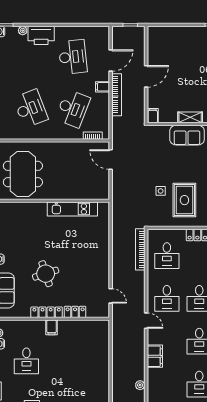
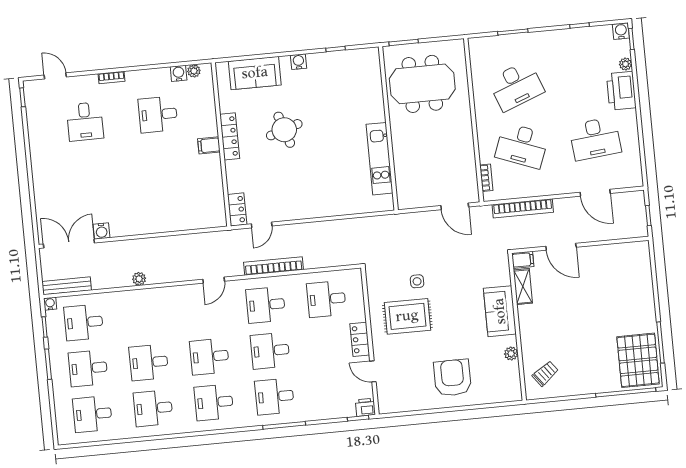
door: (146, 76) -> (561, 247), moved
filing cabinet: (103, 87) -> (557, 185), removed
bookcase: (117, 95) -> (523, 208), moved
shelving: (190, 117) -> (523, 287), moved
door: (111, 160) -> (455, 206), swing flipped
bookcase: (140, 249) -> (273, 266), moved
locker: (75, 312) -> (237, 209), moved
door: (146, 321) -> (214, 280), moved
filing cabinet: (155, 356) -> (182, 296), removed

